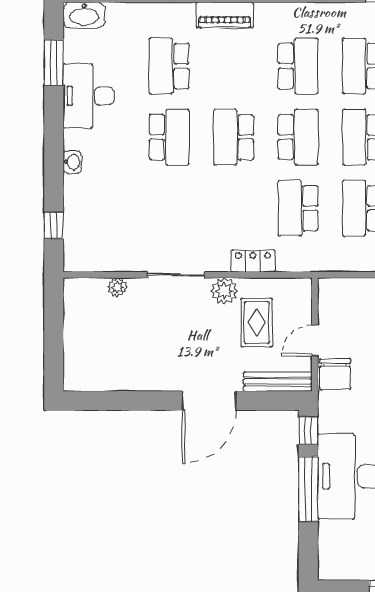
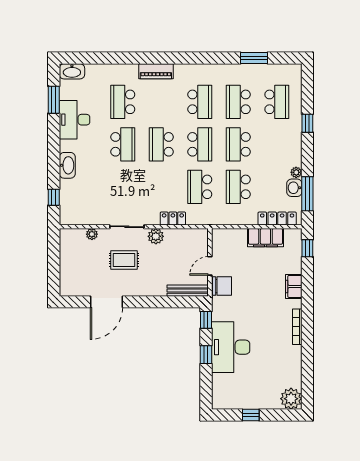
washbasin: (72, 162) -> (67, 165), width x1.91, depth x1.45
rug: (257, 322) -> (124, 260), moved, turned 90
chair: (335, 374) -> (222, 286), turned -90
door: (209, 401) -> (106, 302), moved
window: (308, 489) -> (206, 355), width x0.46

